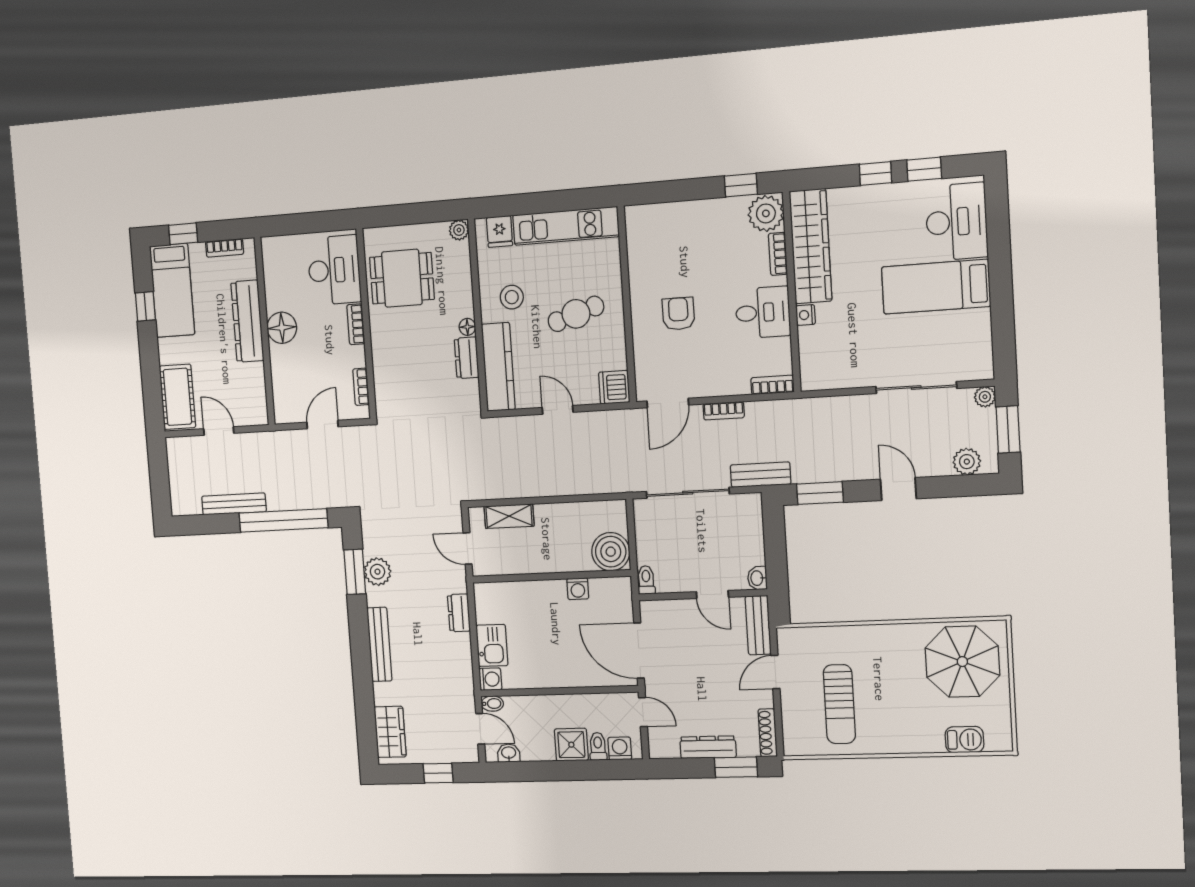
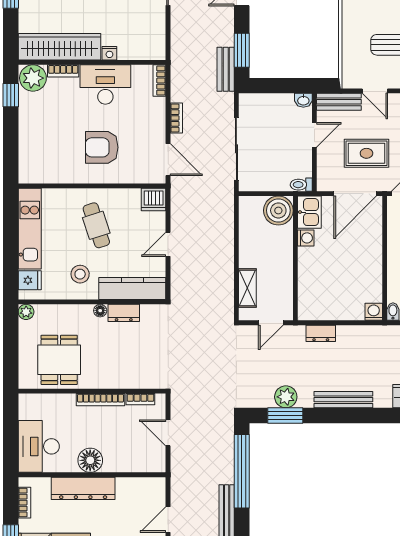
desk: (334, 270) -> (39, 446), moved, turned -90
desk: (763, 312) -> (105, 85), width x1.37
armchair: (678, 314) -> (102, 147), width x1.38, depth x1.38
bookcase: (356, 324) -> (100, 400), width x1.56
bench: (761, 475) -> (226, 69), moved
kitchen sink: (492, 645) -> (309, 212), moved, turned 90
rug: (692, 664) -> (366, 153), added

